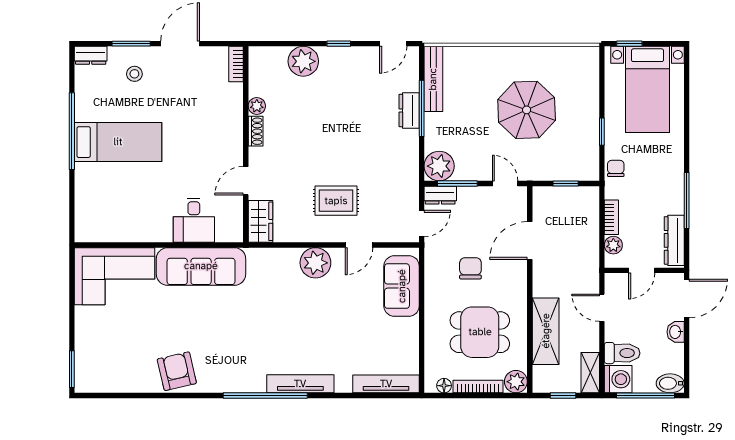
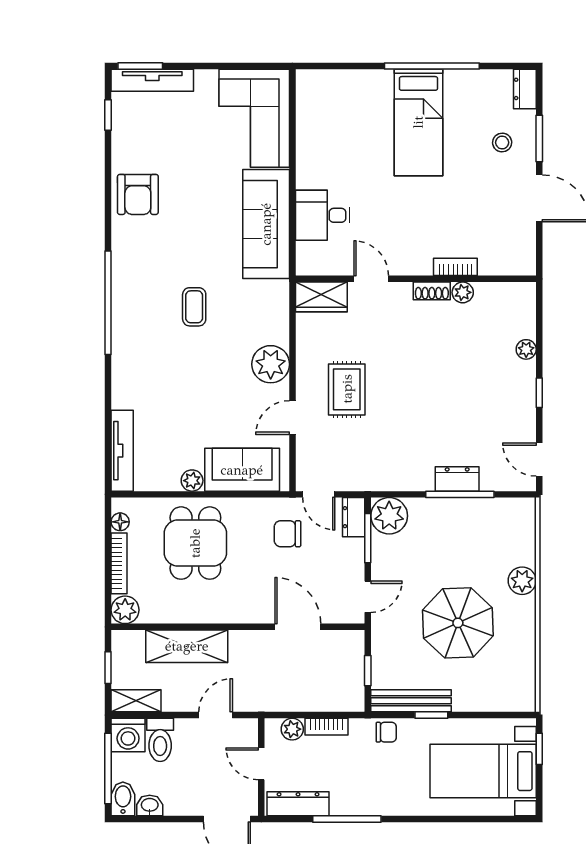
plant: (492, 57) -> (522, 581), added
plant: (303, 61) -> (526, 349), width x0.53, depth x0.53
bookcase: (236, 64) -> (455, 267), moved
bench: (433, 79) -> (411, 701), moved
door: (359, 245) -> (292, 418), hinge flipped
chair: (470, 268) -> (287, 534), moved, turned 180
coffee table: (269, 325) -> (194, 307), added
plant: (410, 327) -> (192, 481), added
dining table: (480, 332) -> (195, 543), moved
washbasin: (676, 332) -> (150, 805), moved
armchair: (177, 371) -> (138, 194), turned 103
tv unit: (300, 384) -> (152, 80), moved, turned 90
window: (112, 395) -> (108, 115), added

